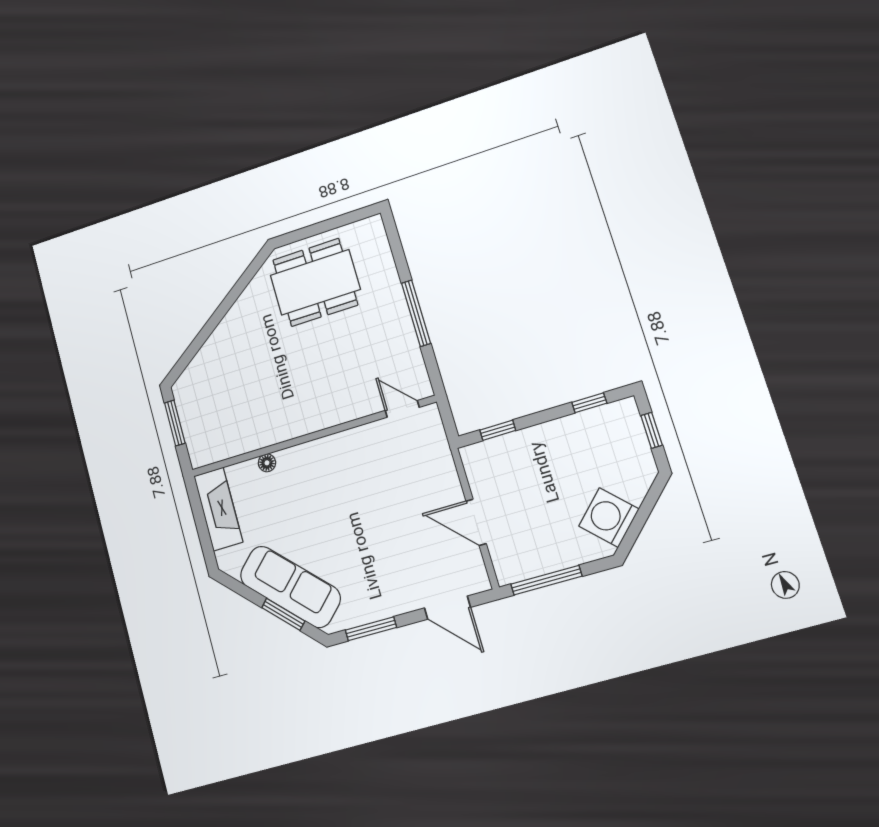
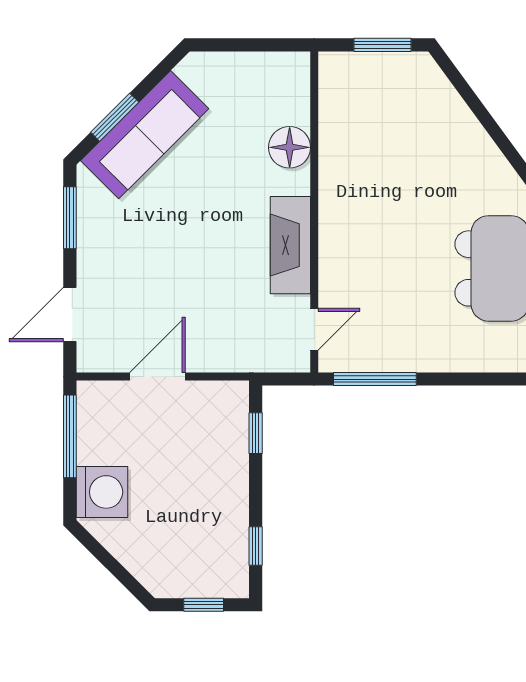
window: (416, 313) -> (375, 379), moved
floor lamp: (267, 463) -> (290, 147), width x1.89, depth x1.89
fireplace: (218, 509) -> (290, 245), moved, turned 90
washing machine: (609, 518) -> (102, 492), moved, turned 45

